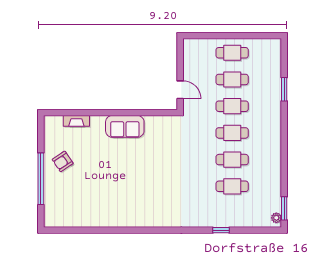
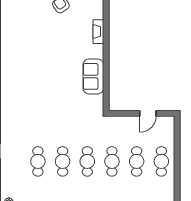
door: (180, 90) -> (148, 113), moved
fireplace: (76, 121) -> (98, 32), moved
sofa: (125, 126) -> (93, 76), moved

